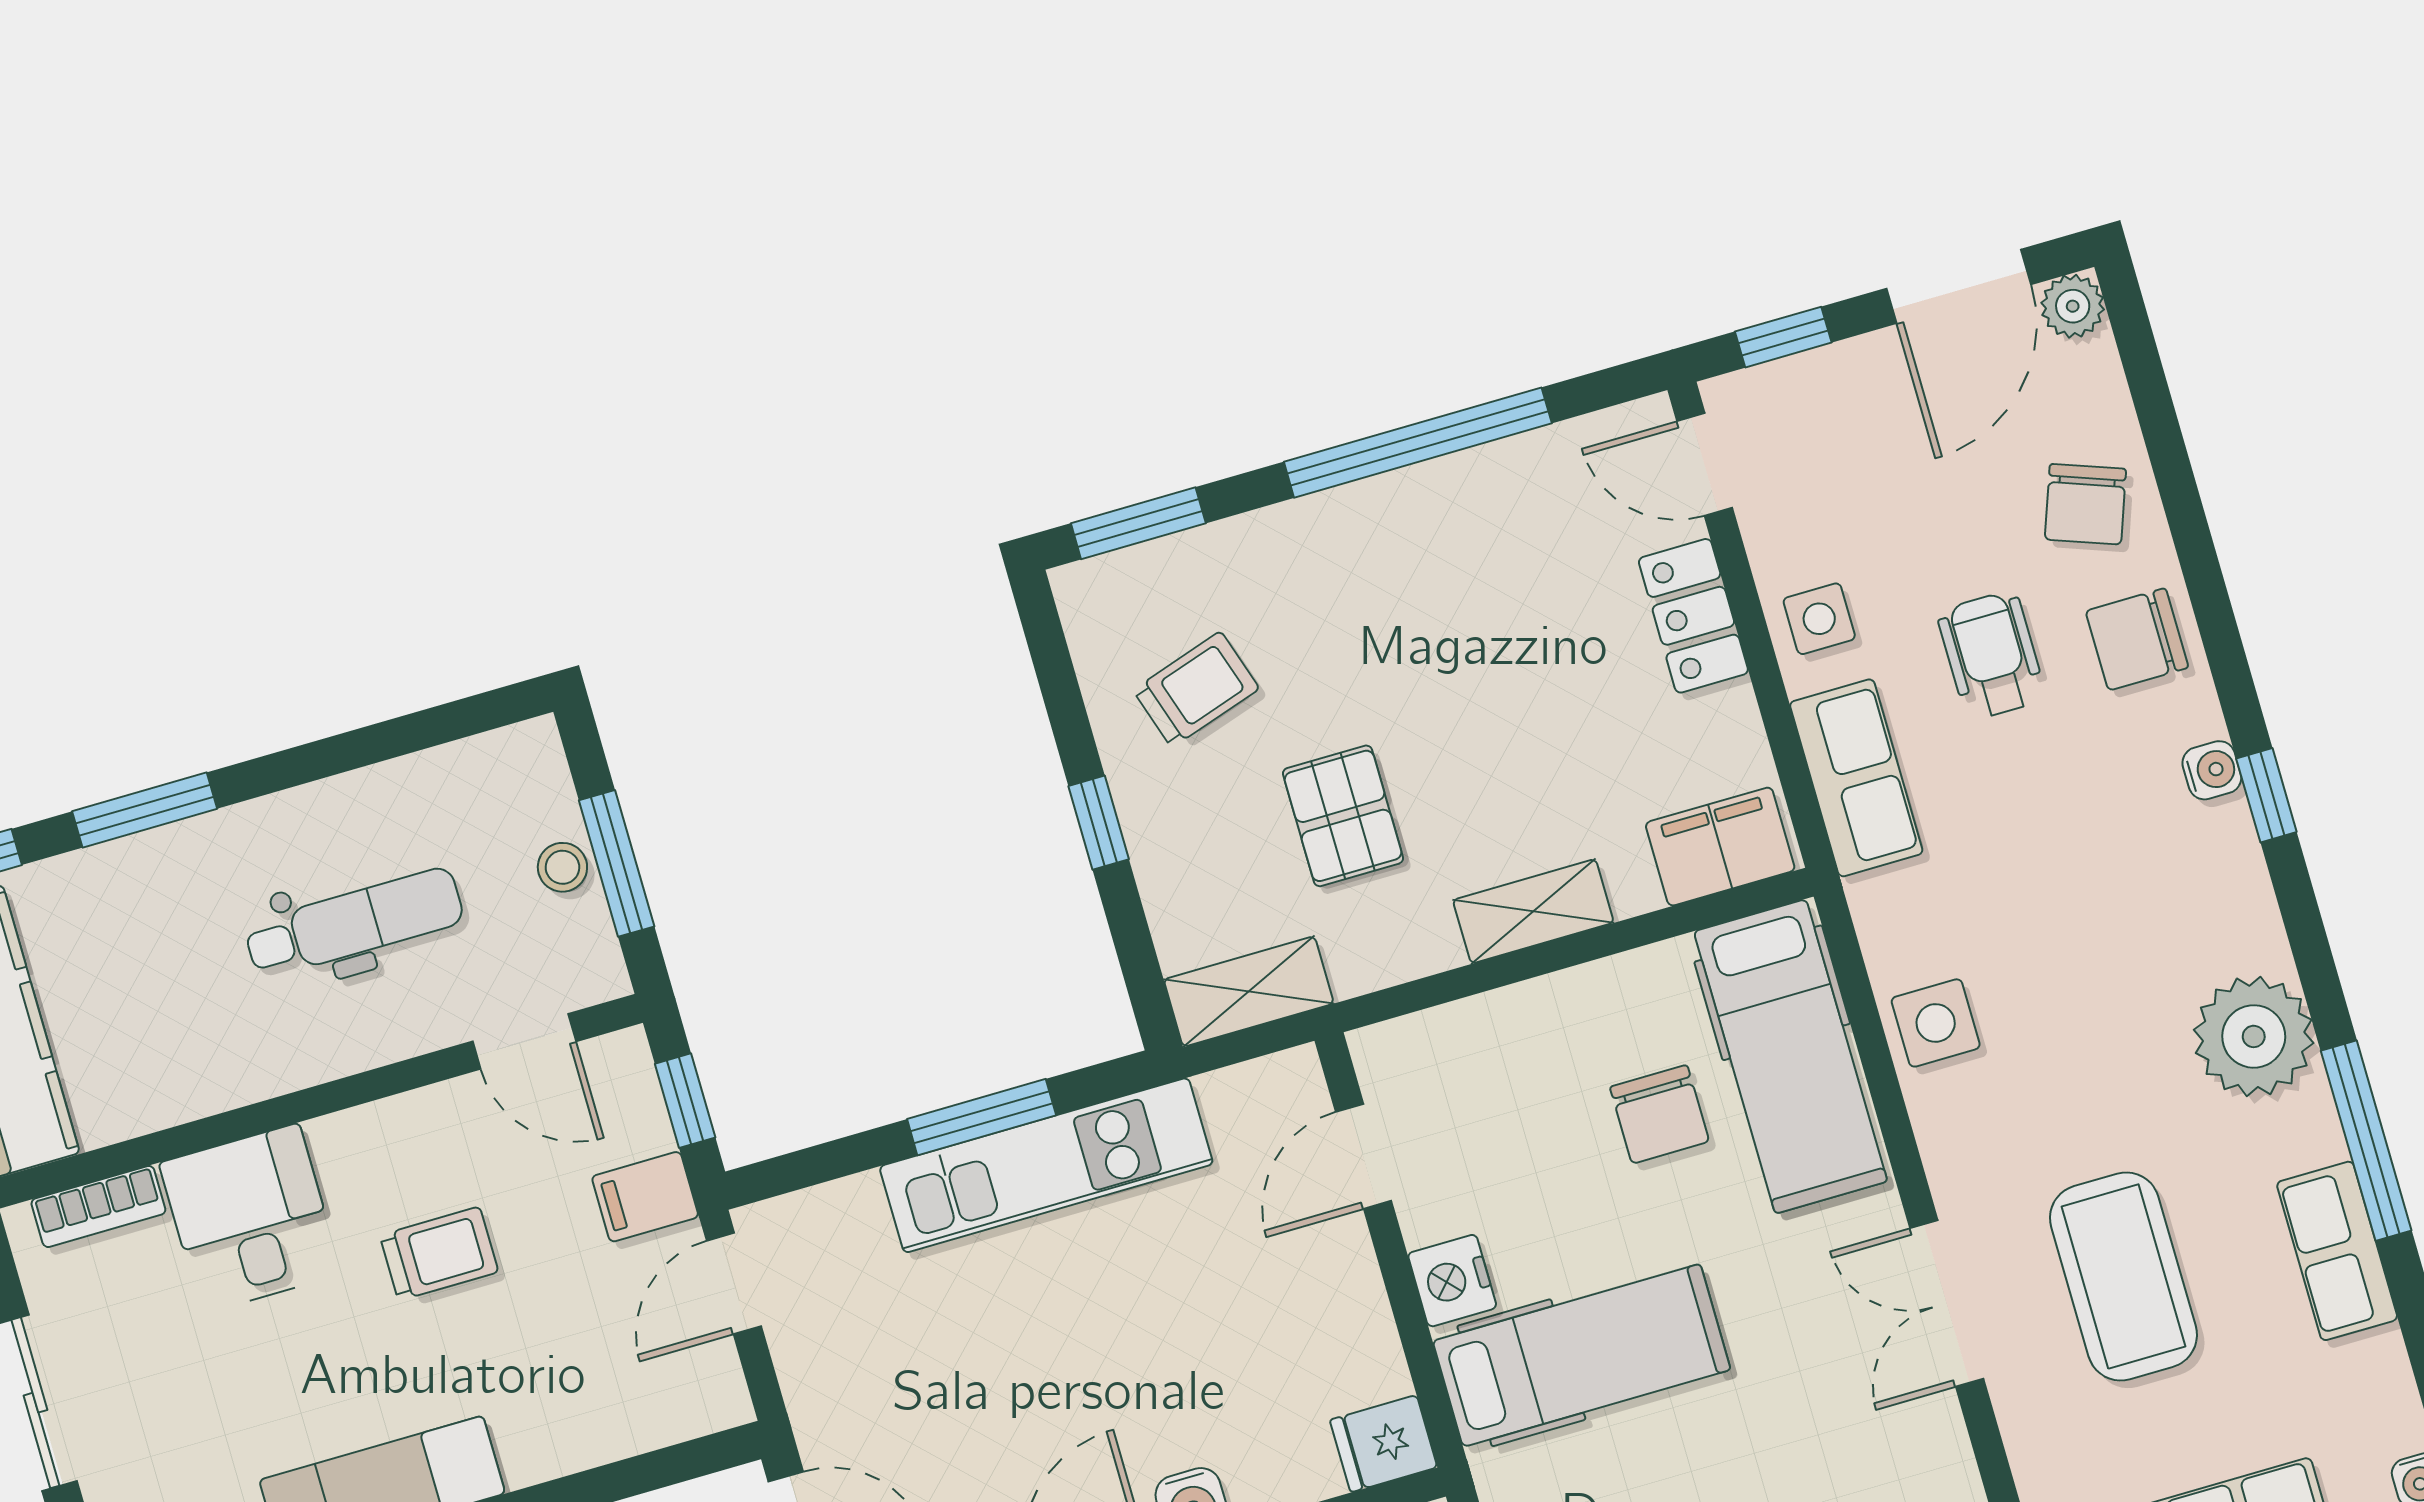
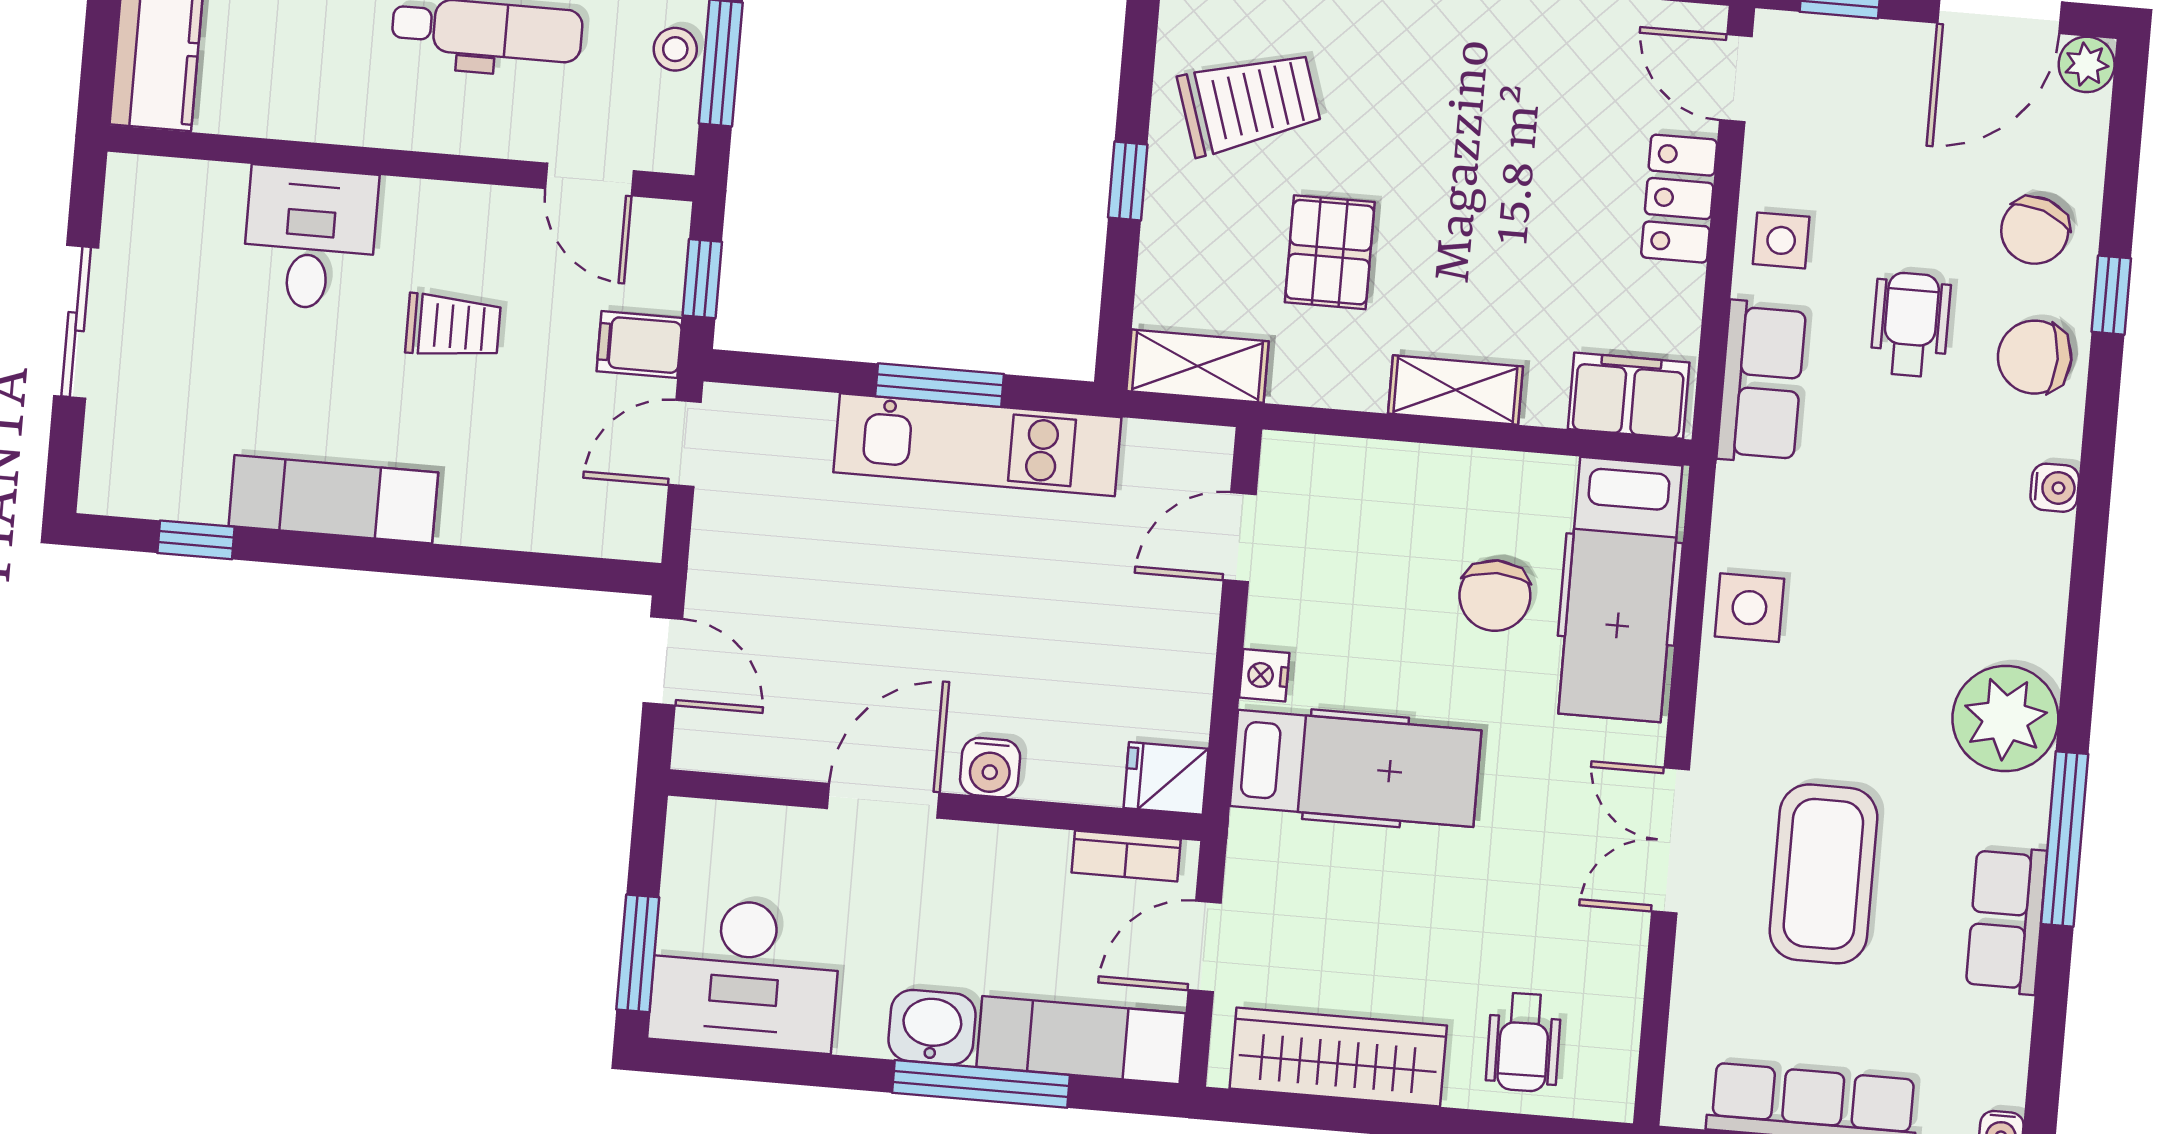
trolley: (1196, 689) -> (1249, 103), width x1.36, depth x1.39
window: (2266, 795) -> (2111, 295), moved
bookcase: (98, 1206) -> (189, 181), removed
nightstand: (1452, 1281) -> (1264, 675), width x0.72, depth x0.74

